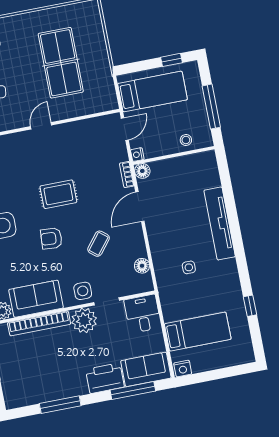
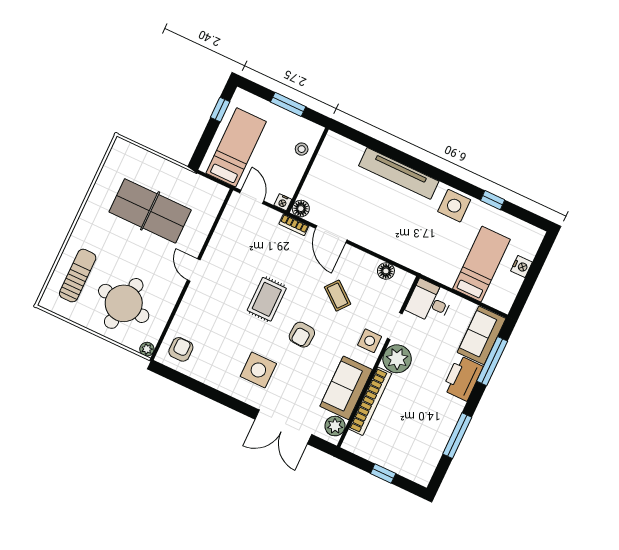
window: (211, 107) -> (288, 104), width x0.69
side table: (189, 267) -> (454, 206), moved, width x1.87, depth x1.87
nightstand: (183, 368) -> (521, 266), moved

